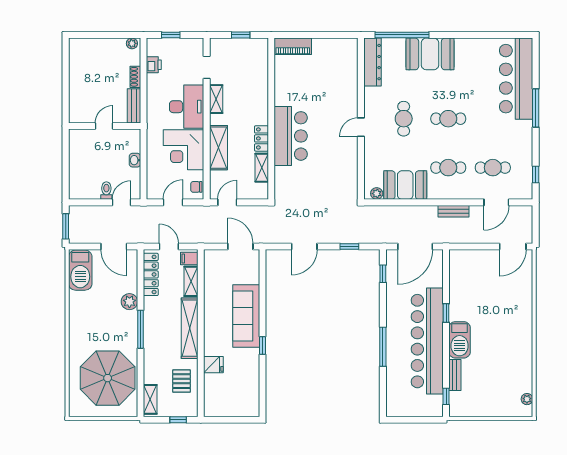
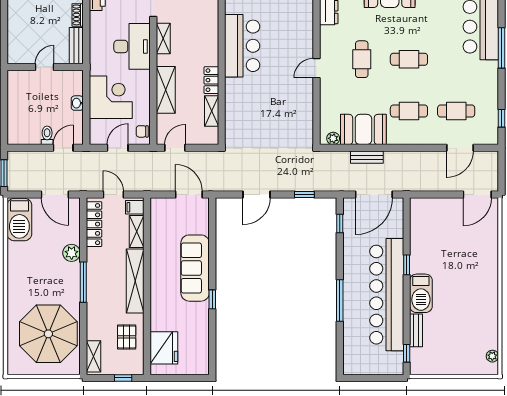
bar counter: (291, 136) -> (242, 46), moved
corner desk: (184, 150) -> (111, 97), moved, turned 180
bench: (453, 211) -> (367, 157), moved
fridge: (213, 365) -> (164, 348), moved, width x1.88, depth x1.34

